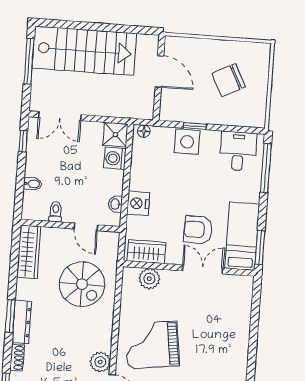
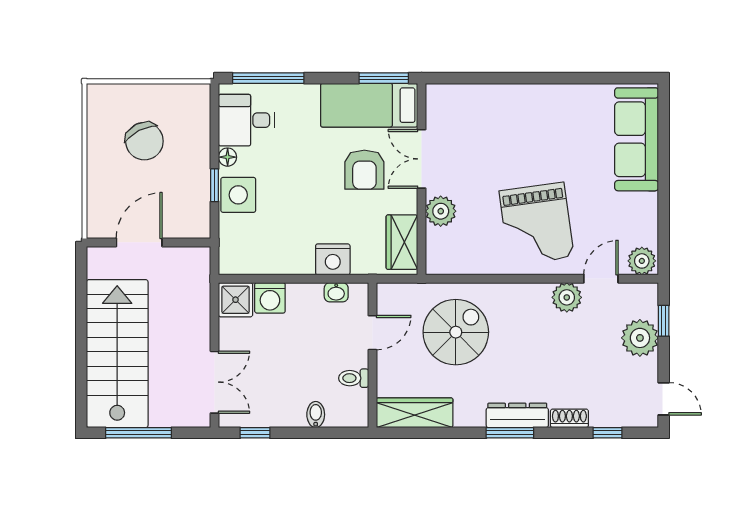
floor lamp: (144, 131) -> (228, 157), moved
plant: (149, 279) -> (441, 211), moved

